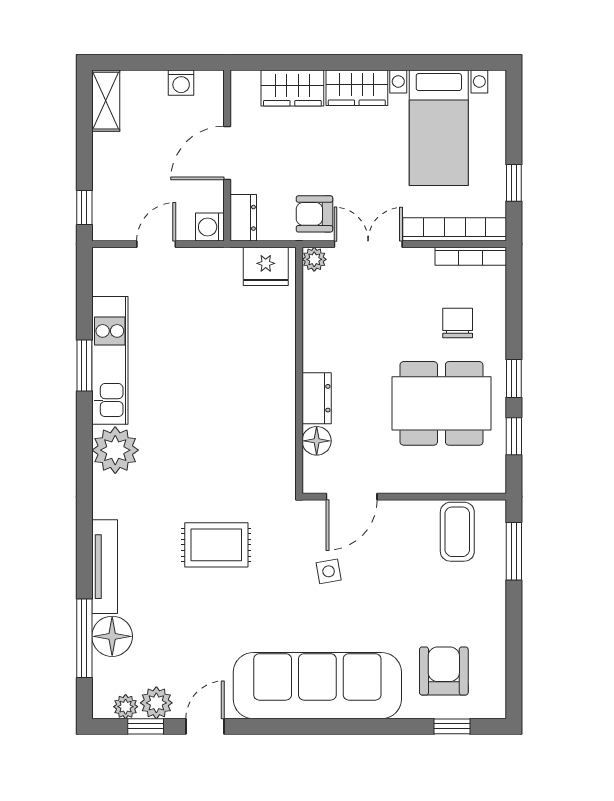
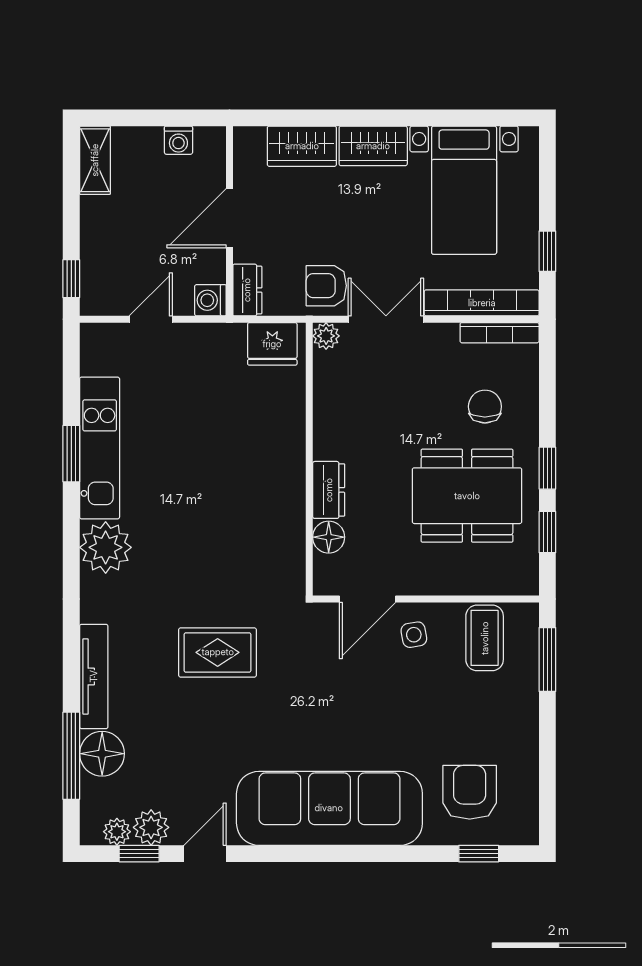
side table: (329, 571) -> (414, 635), moved

